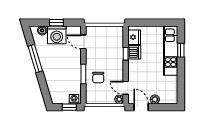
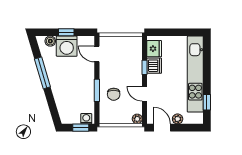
window: (181, 50) -> (207, 102), moved
kitchen unit: (171, 51) -> (195, 74), width x1.36
door: (126, 88) -> (145, 94), moved

